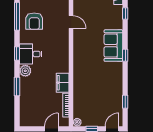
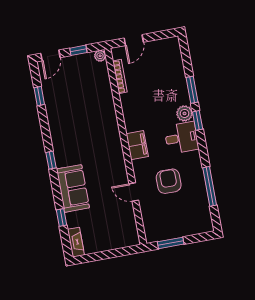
armchair: (34, 21) -> (169, 181), moved
sofa: (113, 46) -> (73, 188), moved
window: (17, 53) -> (198, 120), moved
filing cabinet: (63, 83) -> (137, 145), moved

